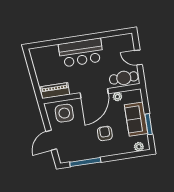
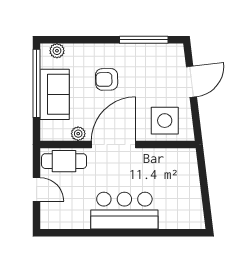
piano: (55, 91) -> (174, 158), removed
window: (149, 124) -> (36, 83), width x2.11
armchair: (105, 133) -> (107, 79), turned 89

